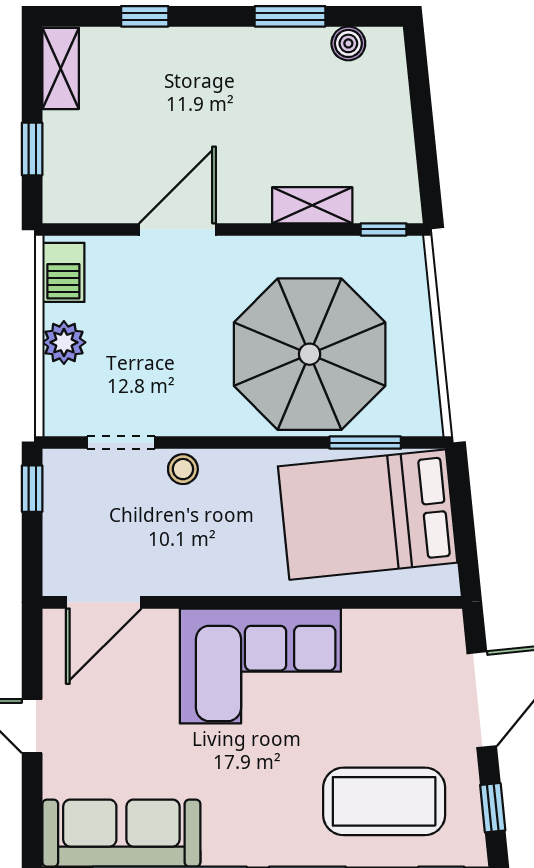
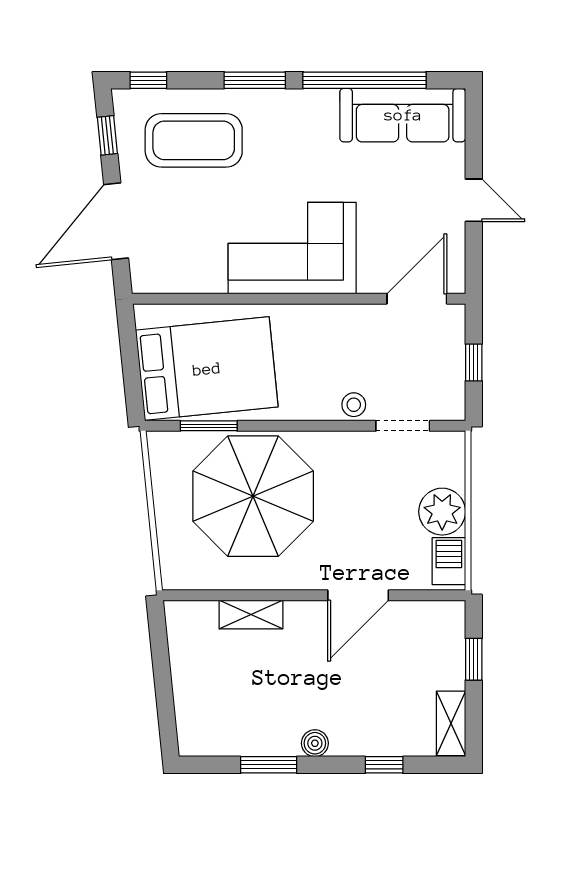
boiler: (348, 43) -> (315, 743), moved
window: (384, 229) -> (194, 595), removed
plant: (64, 342) -> (442, 512), width x1.36, depth x1.36
window: (32, 489) -> (474, 363), moved

